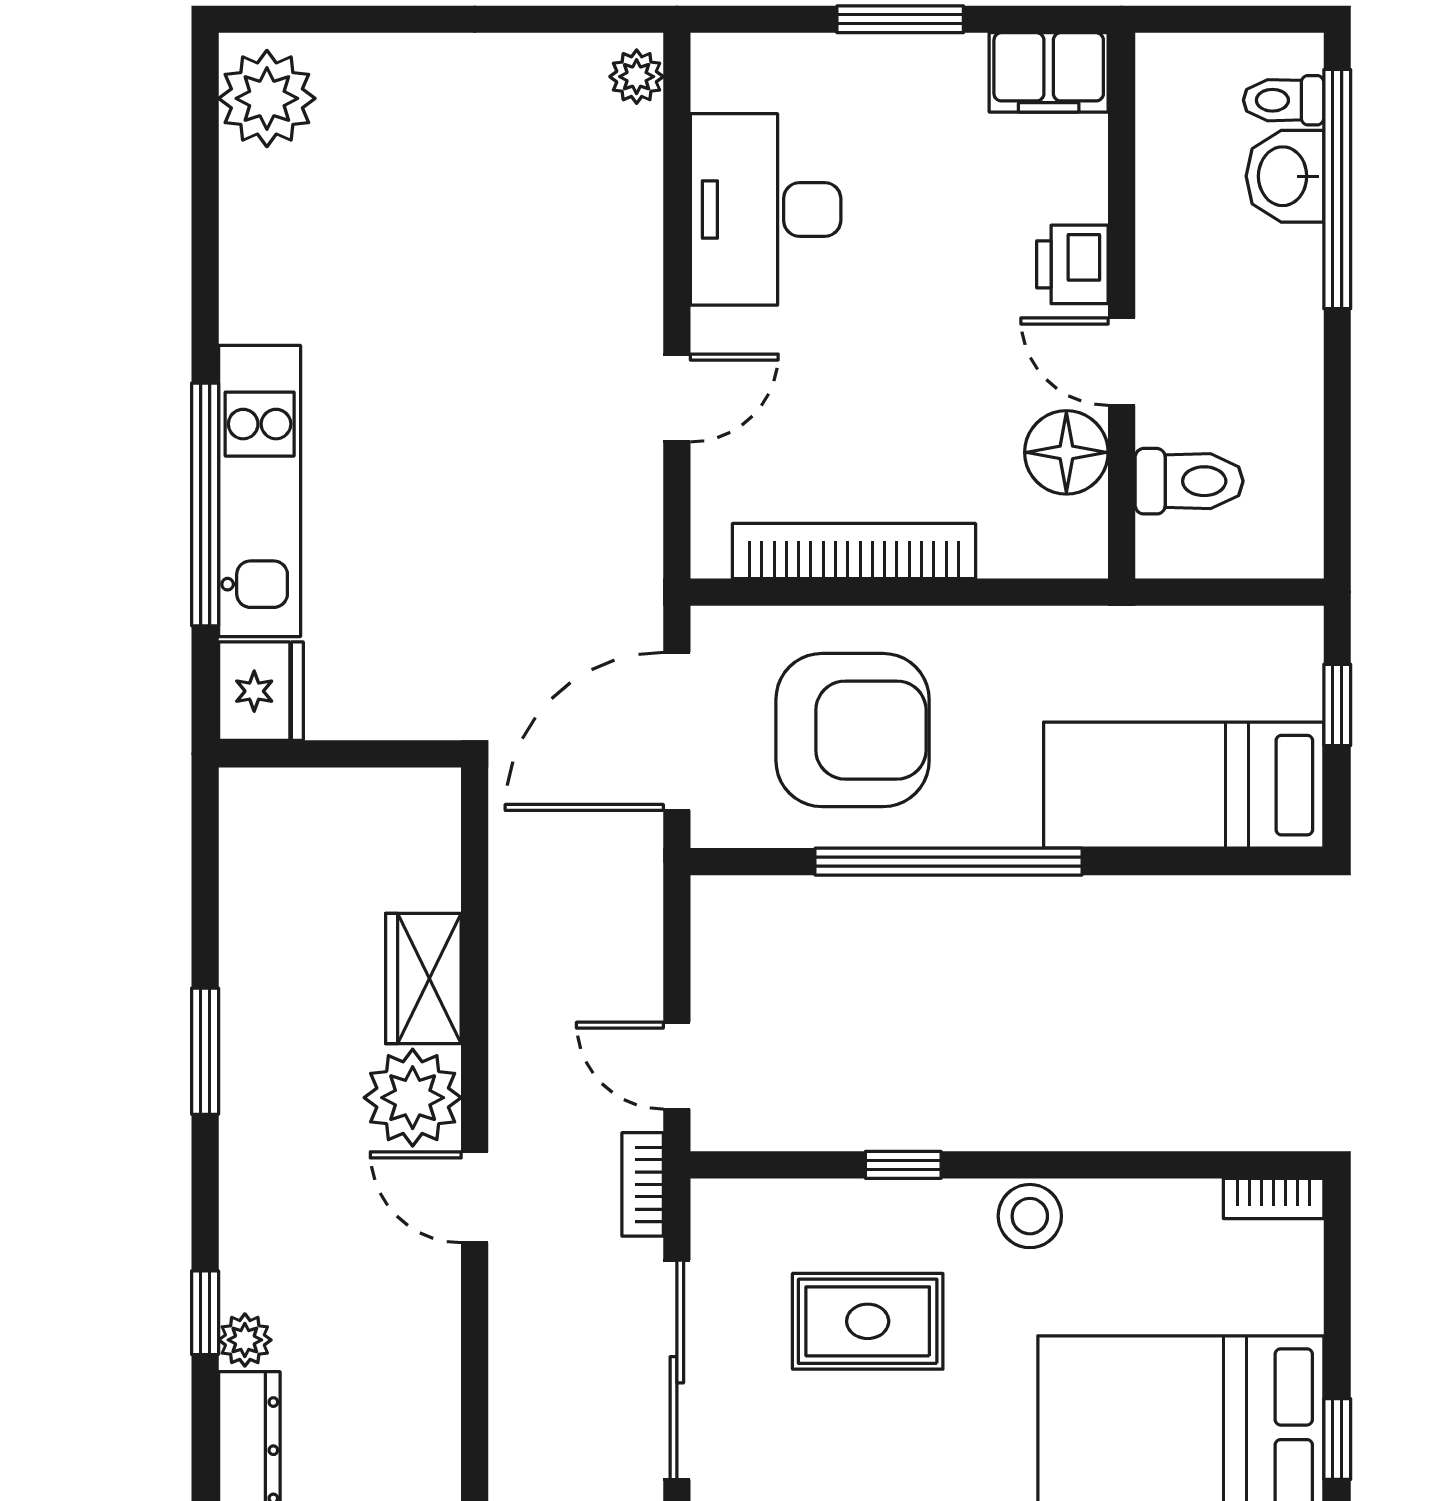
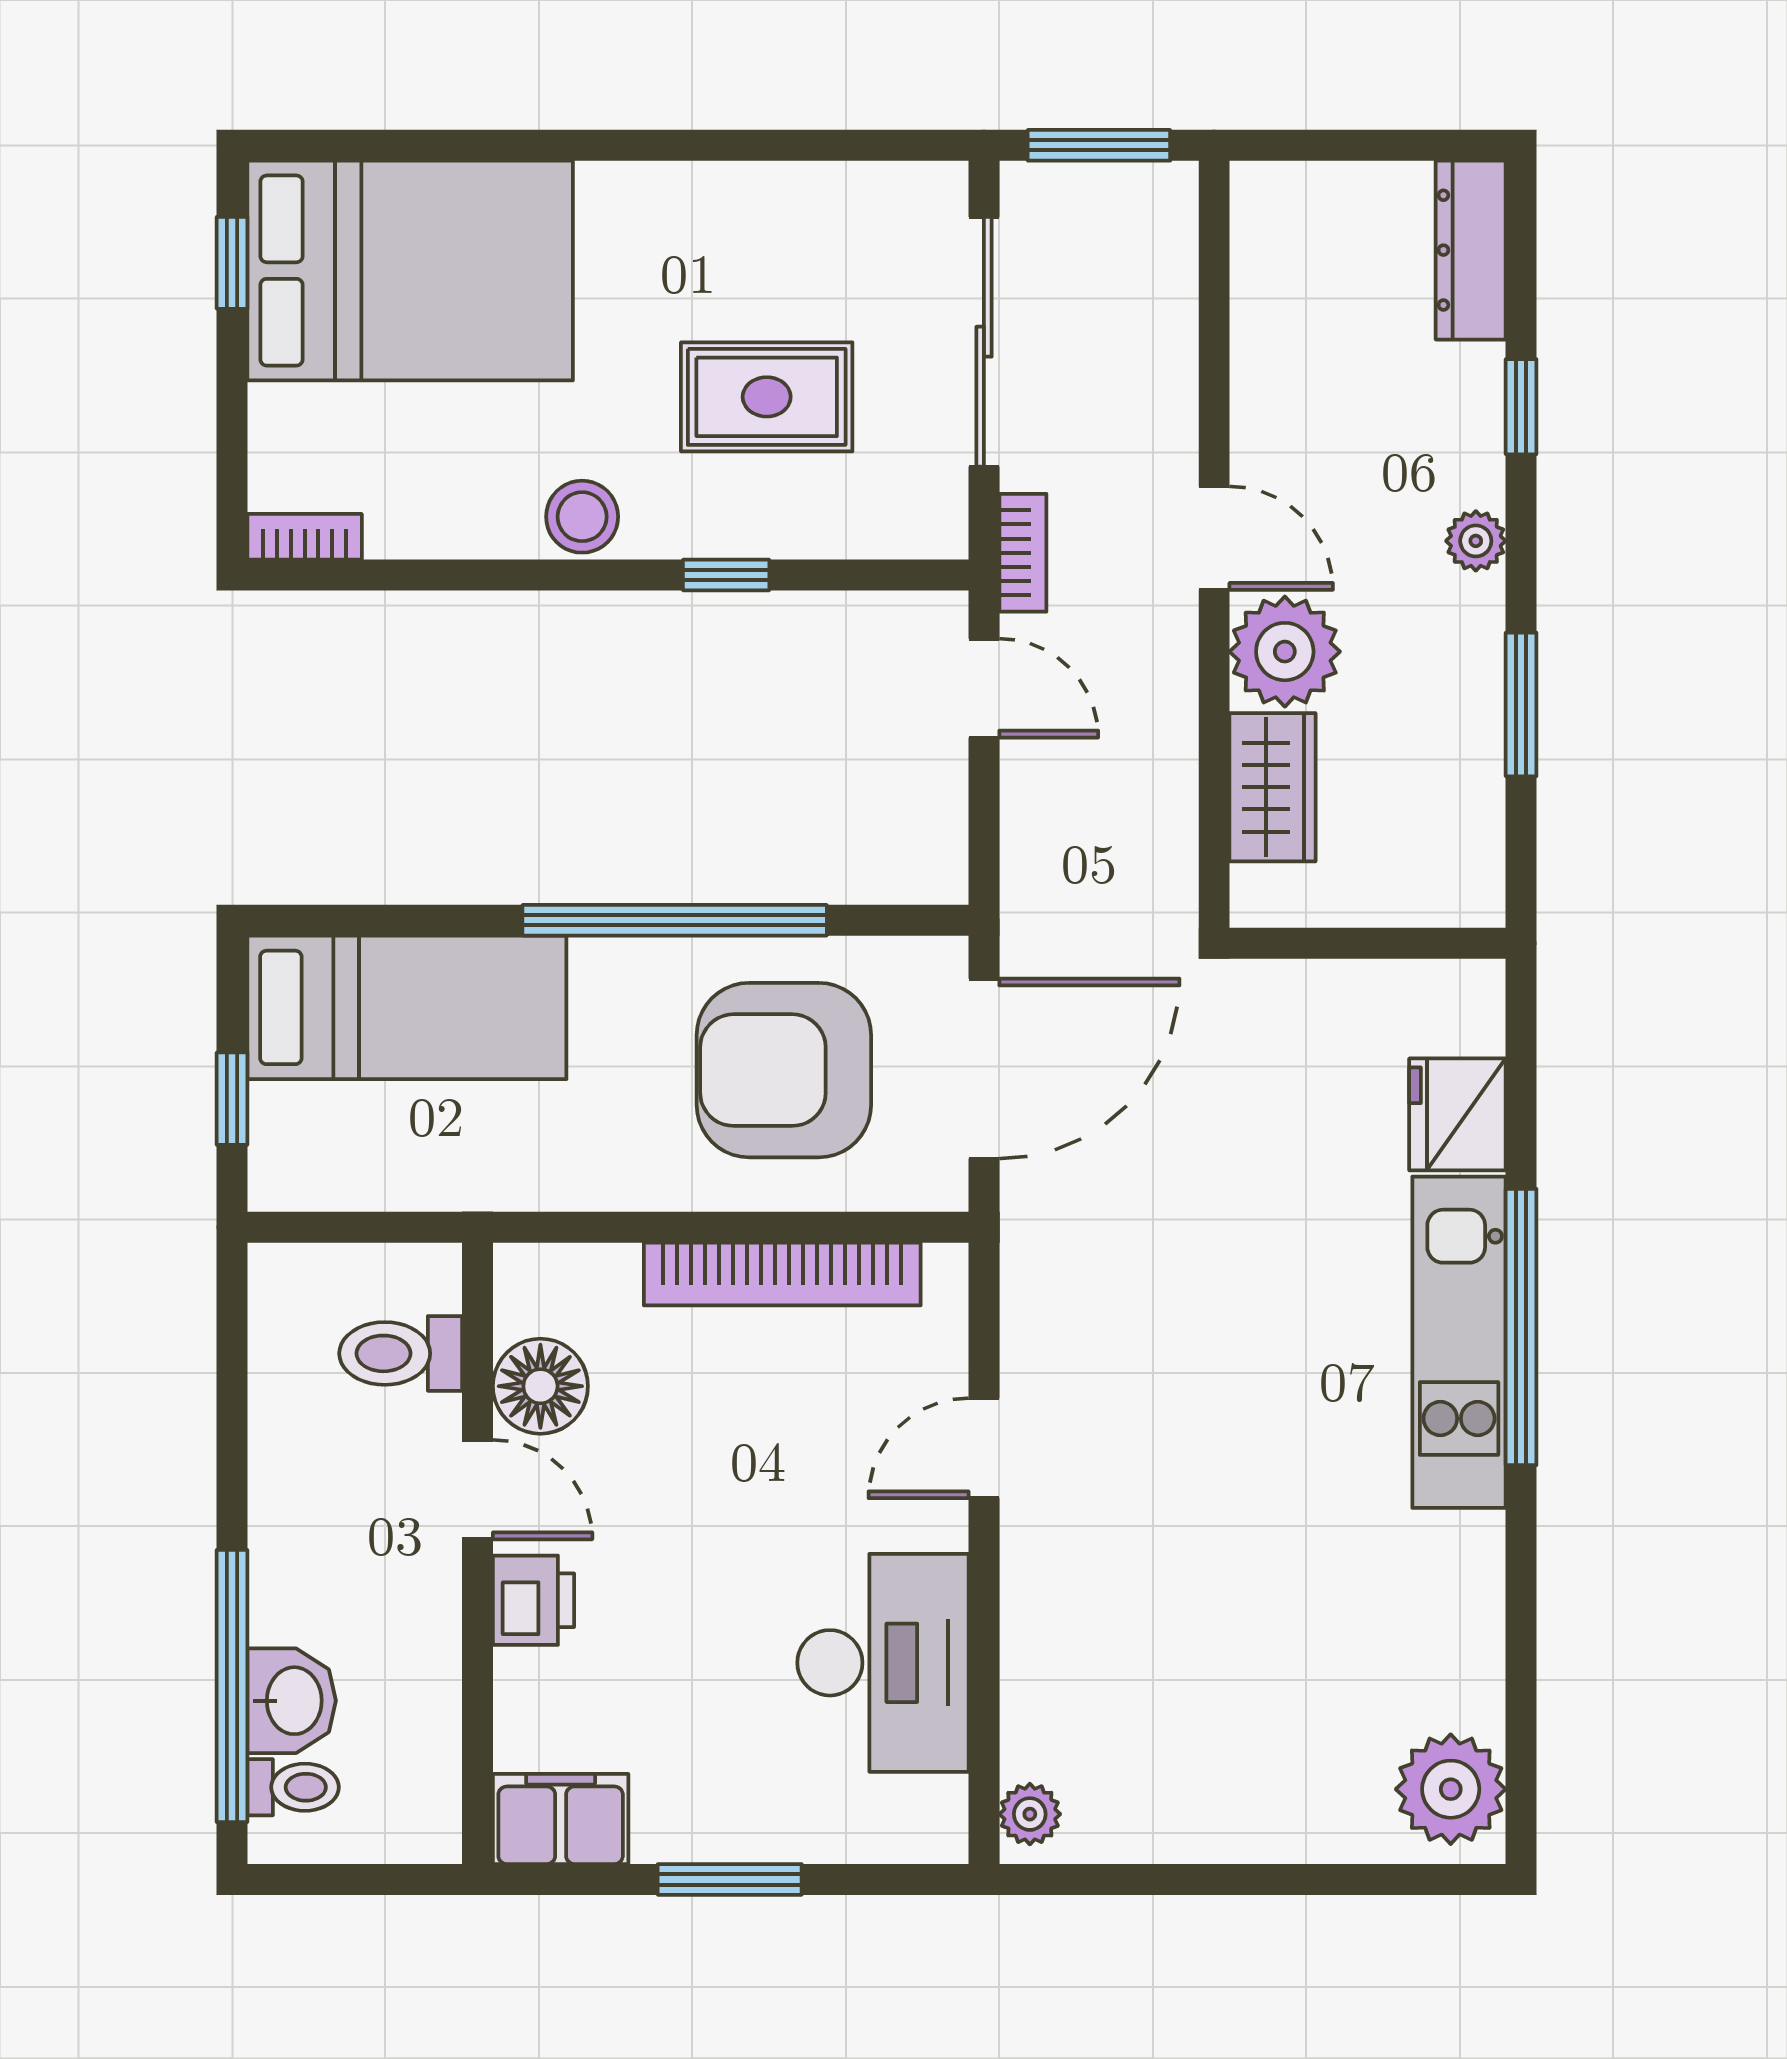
wall: (340, 754) -> (1368, 943), moved
plant: (245, 1340) -> (1476, 541), moved

